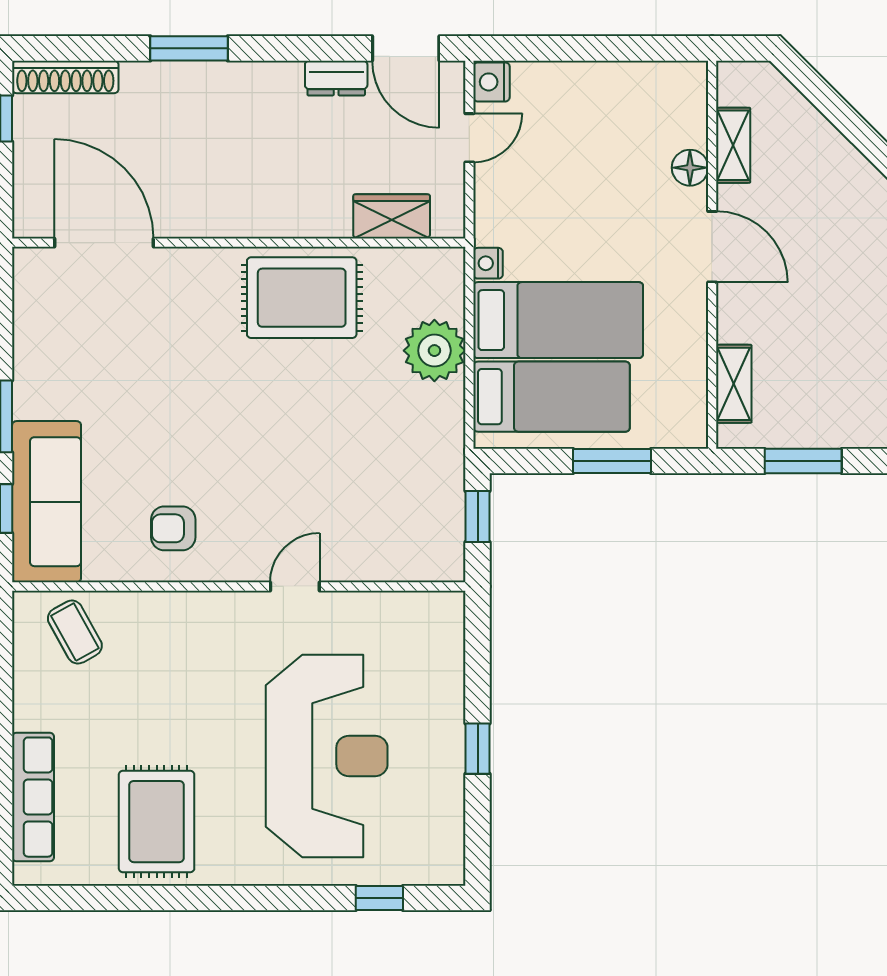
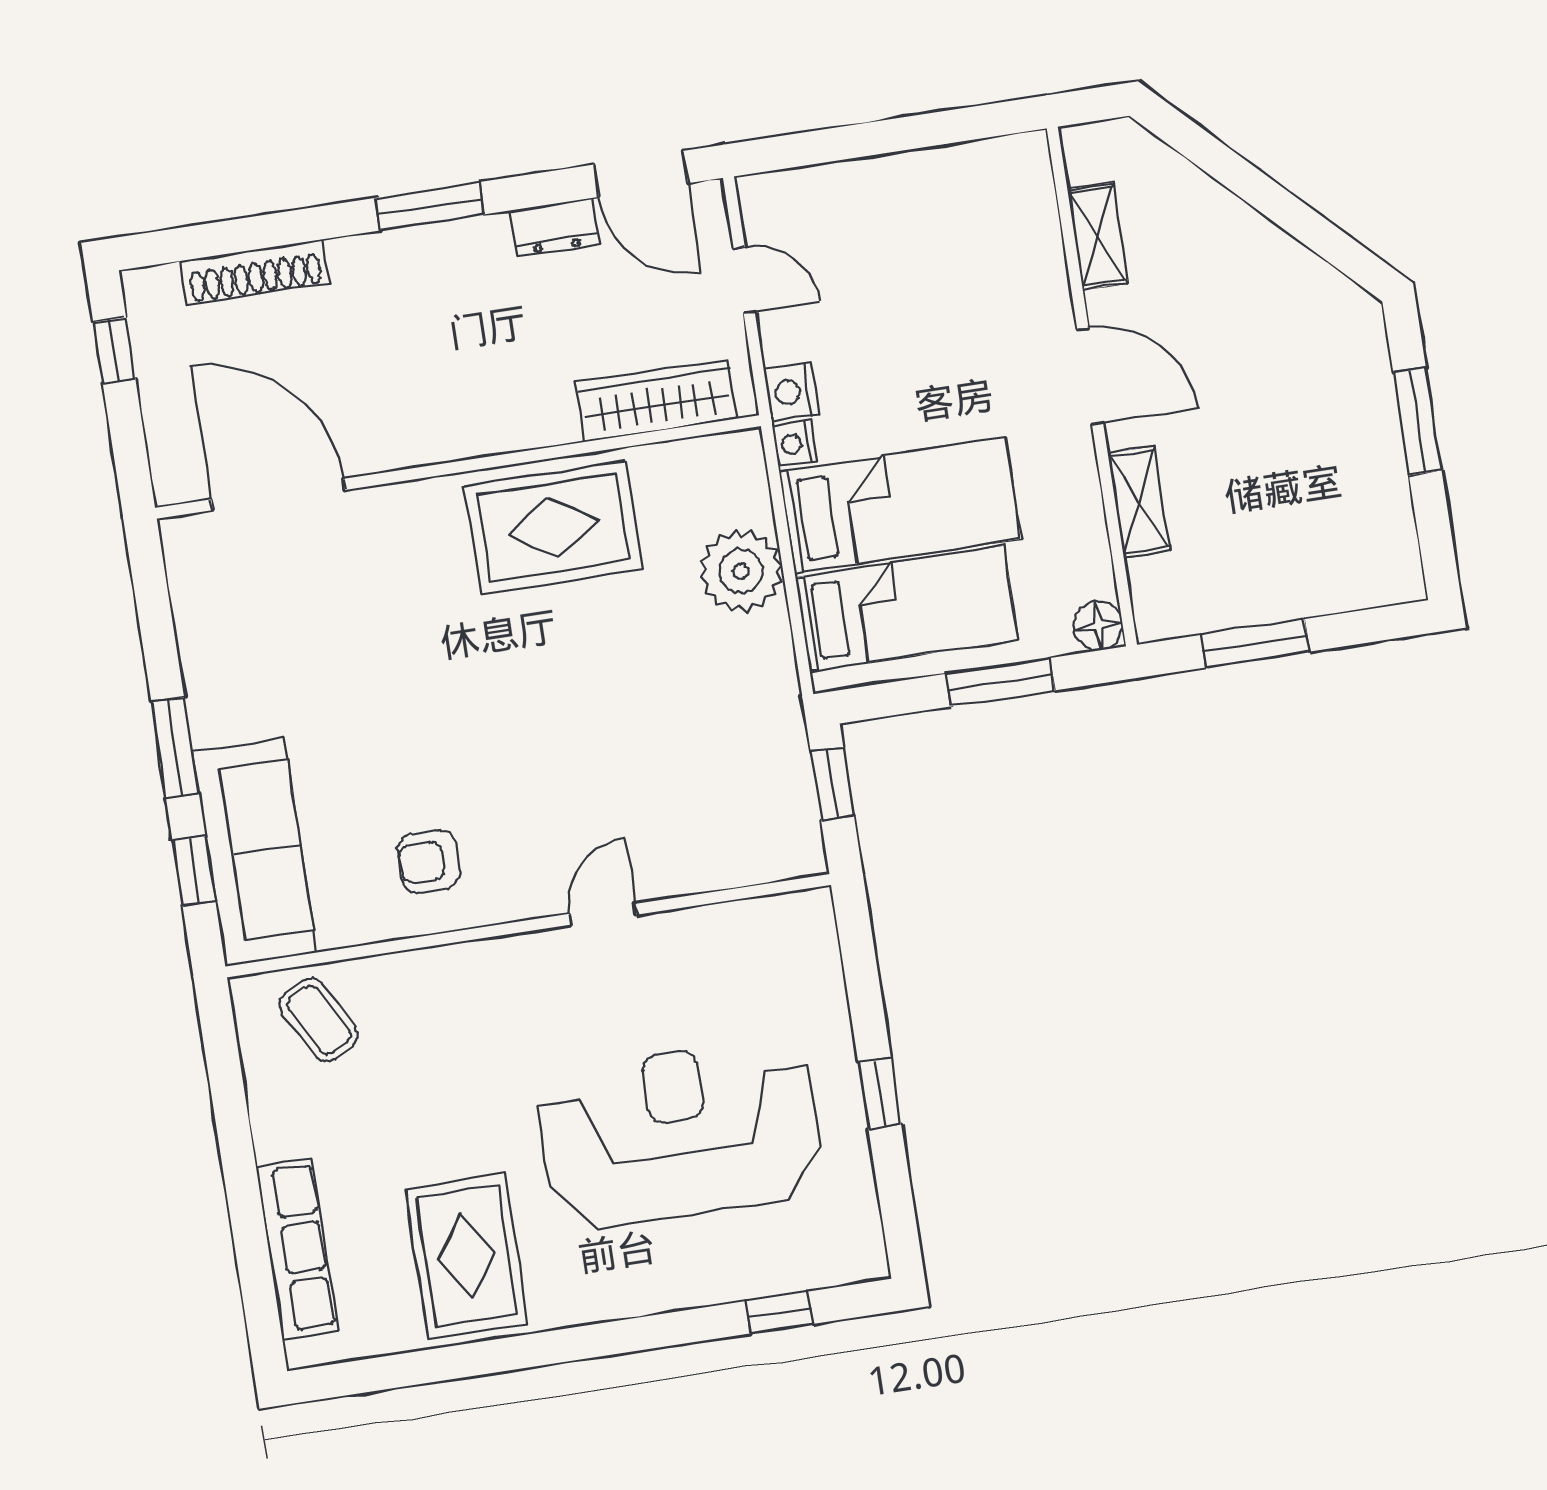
window: (189, 48) -> (430, 206), moved
shoe rack: (65, 77) -> (255, 272), moved
nightstand: (491, 82) -> (791, 392), moved
door: (469, 138) -> (744, 280), hinge flipped
floor lamp: (690, 168) -> (1098, 626), moved
wardrobe: (392, 216) -> (656, 401), width x1.50
shelving: (734, 384) -> (1139, 502), moved
reception desk: (327, 756) -> (680, 1134), turned -90

